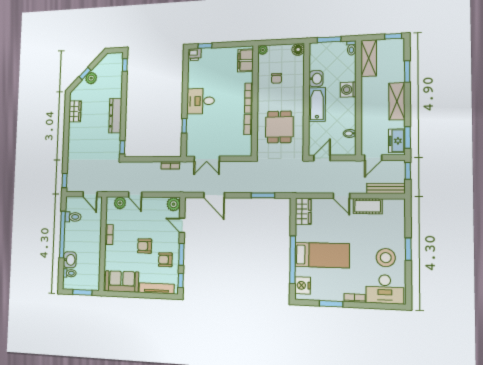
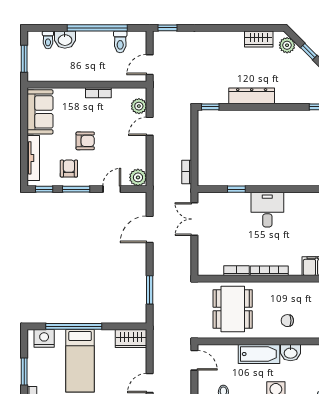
plant: (91, 78) -> (287, 45), moved
chair: (276, 78) -> (287, 321), moved
dining table: (279, 127) -> (233, 309), width x1.38
armchair: (145, 246) -> (85, 141), turned 90

